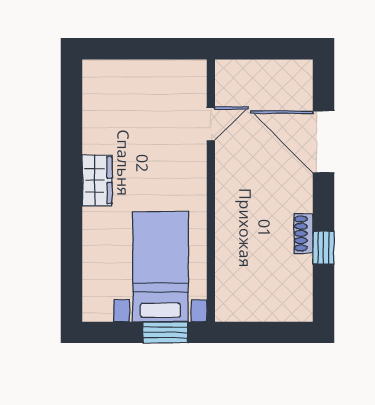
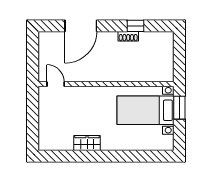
door: (211, 124) -> (56, 84), moved
wardrobe: (97, 180) -> (87, 143), moved

